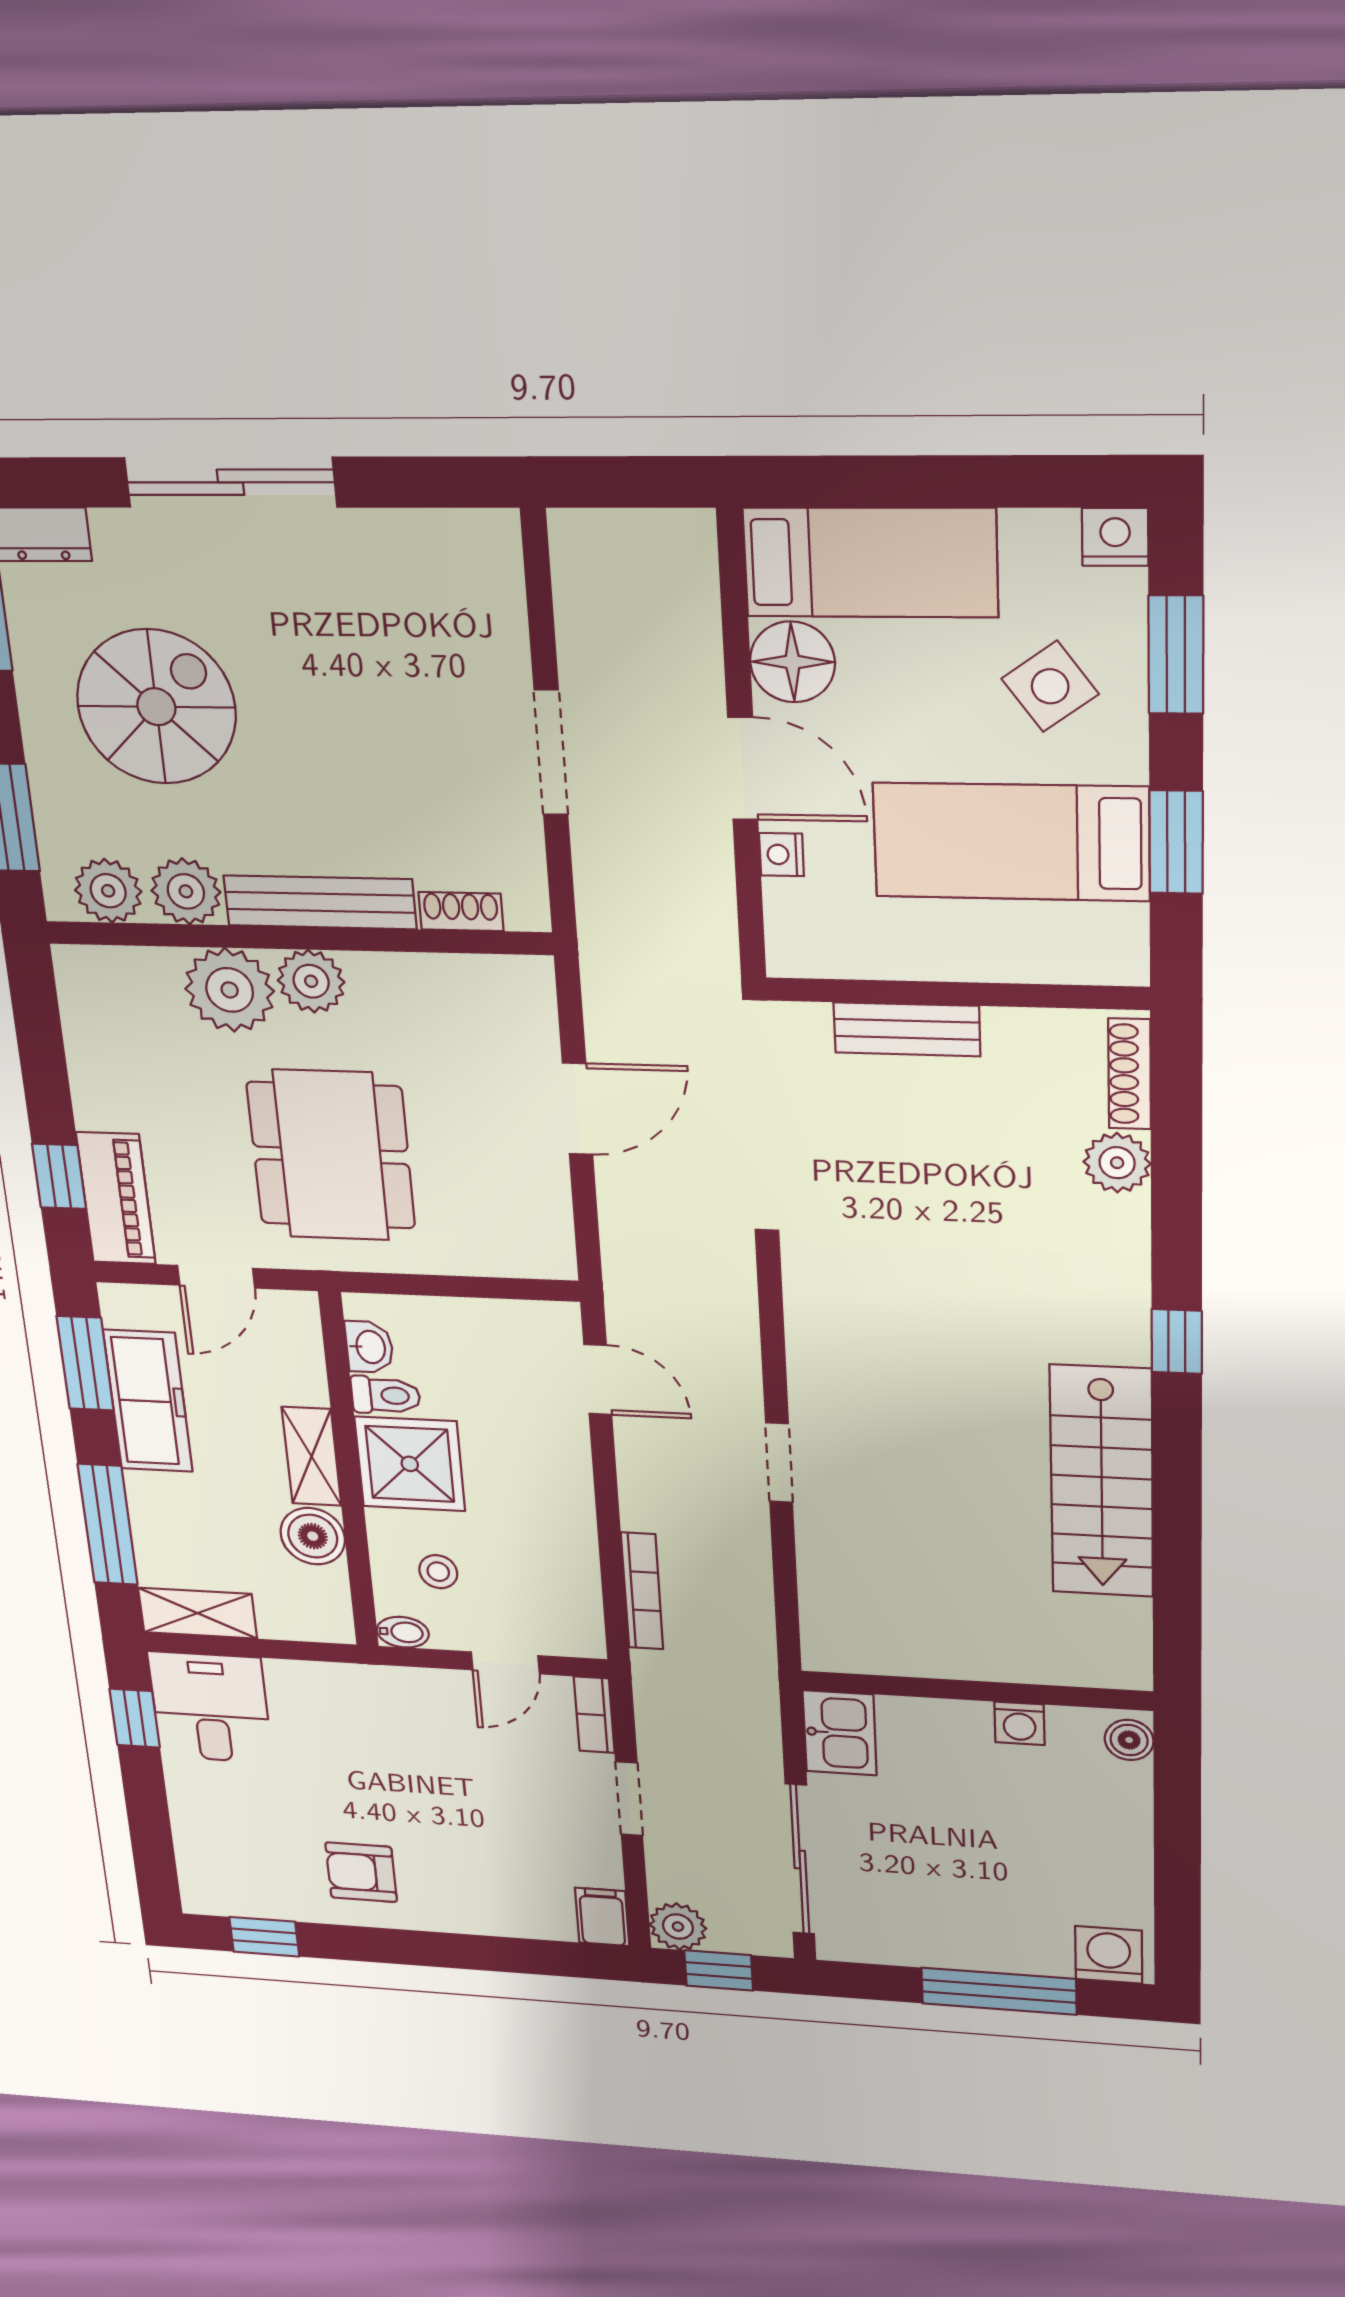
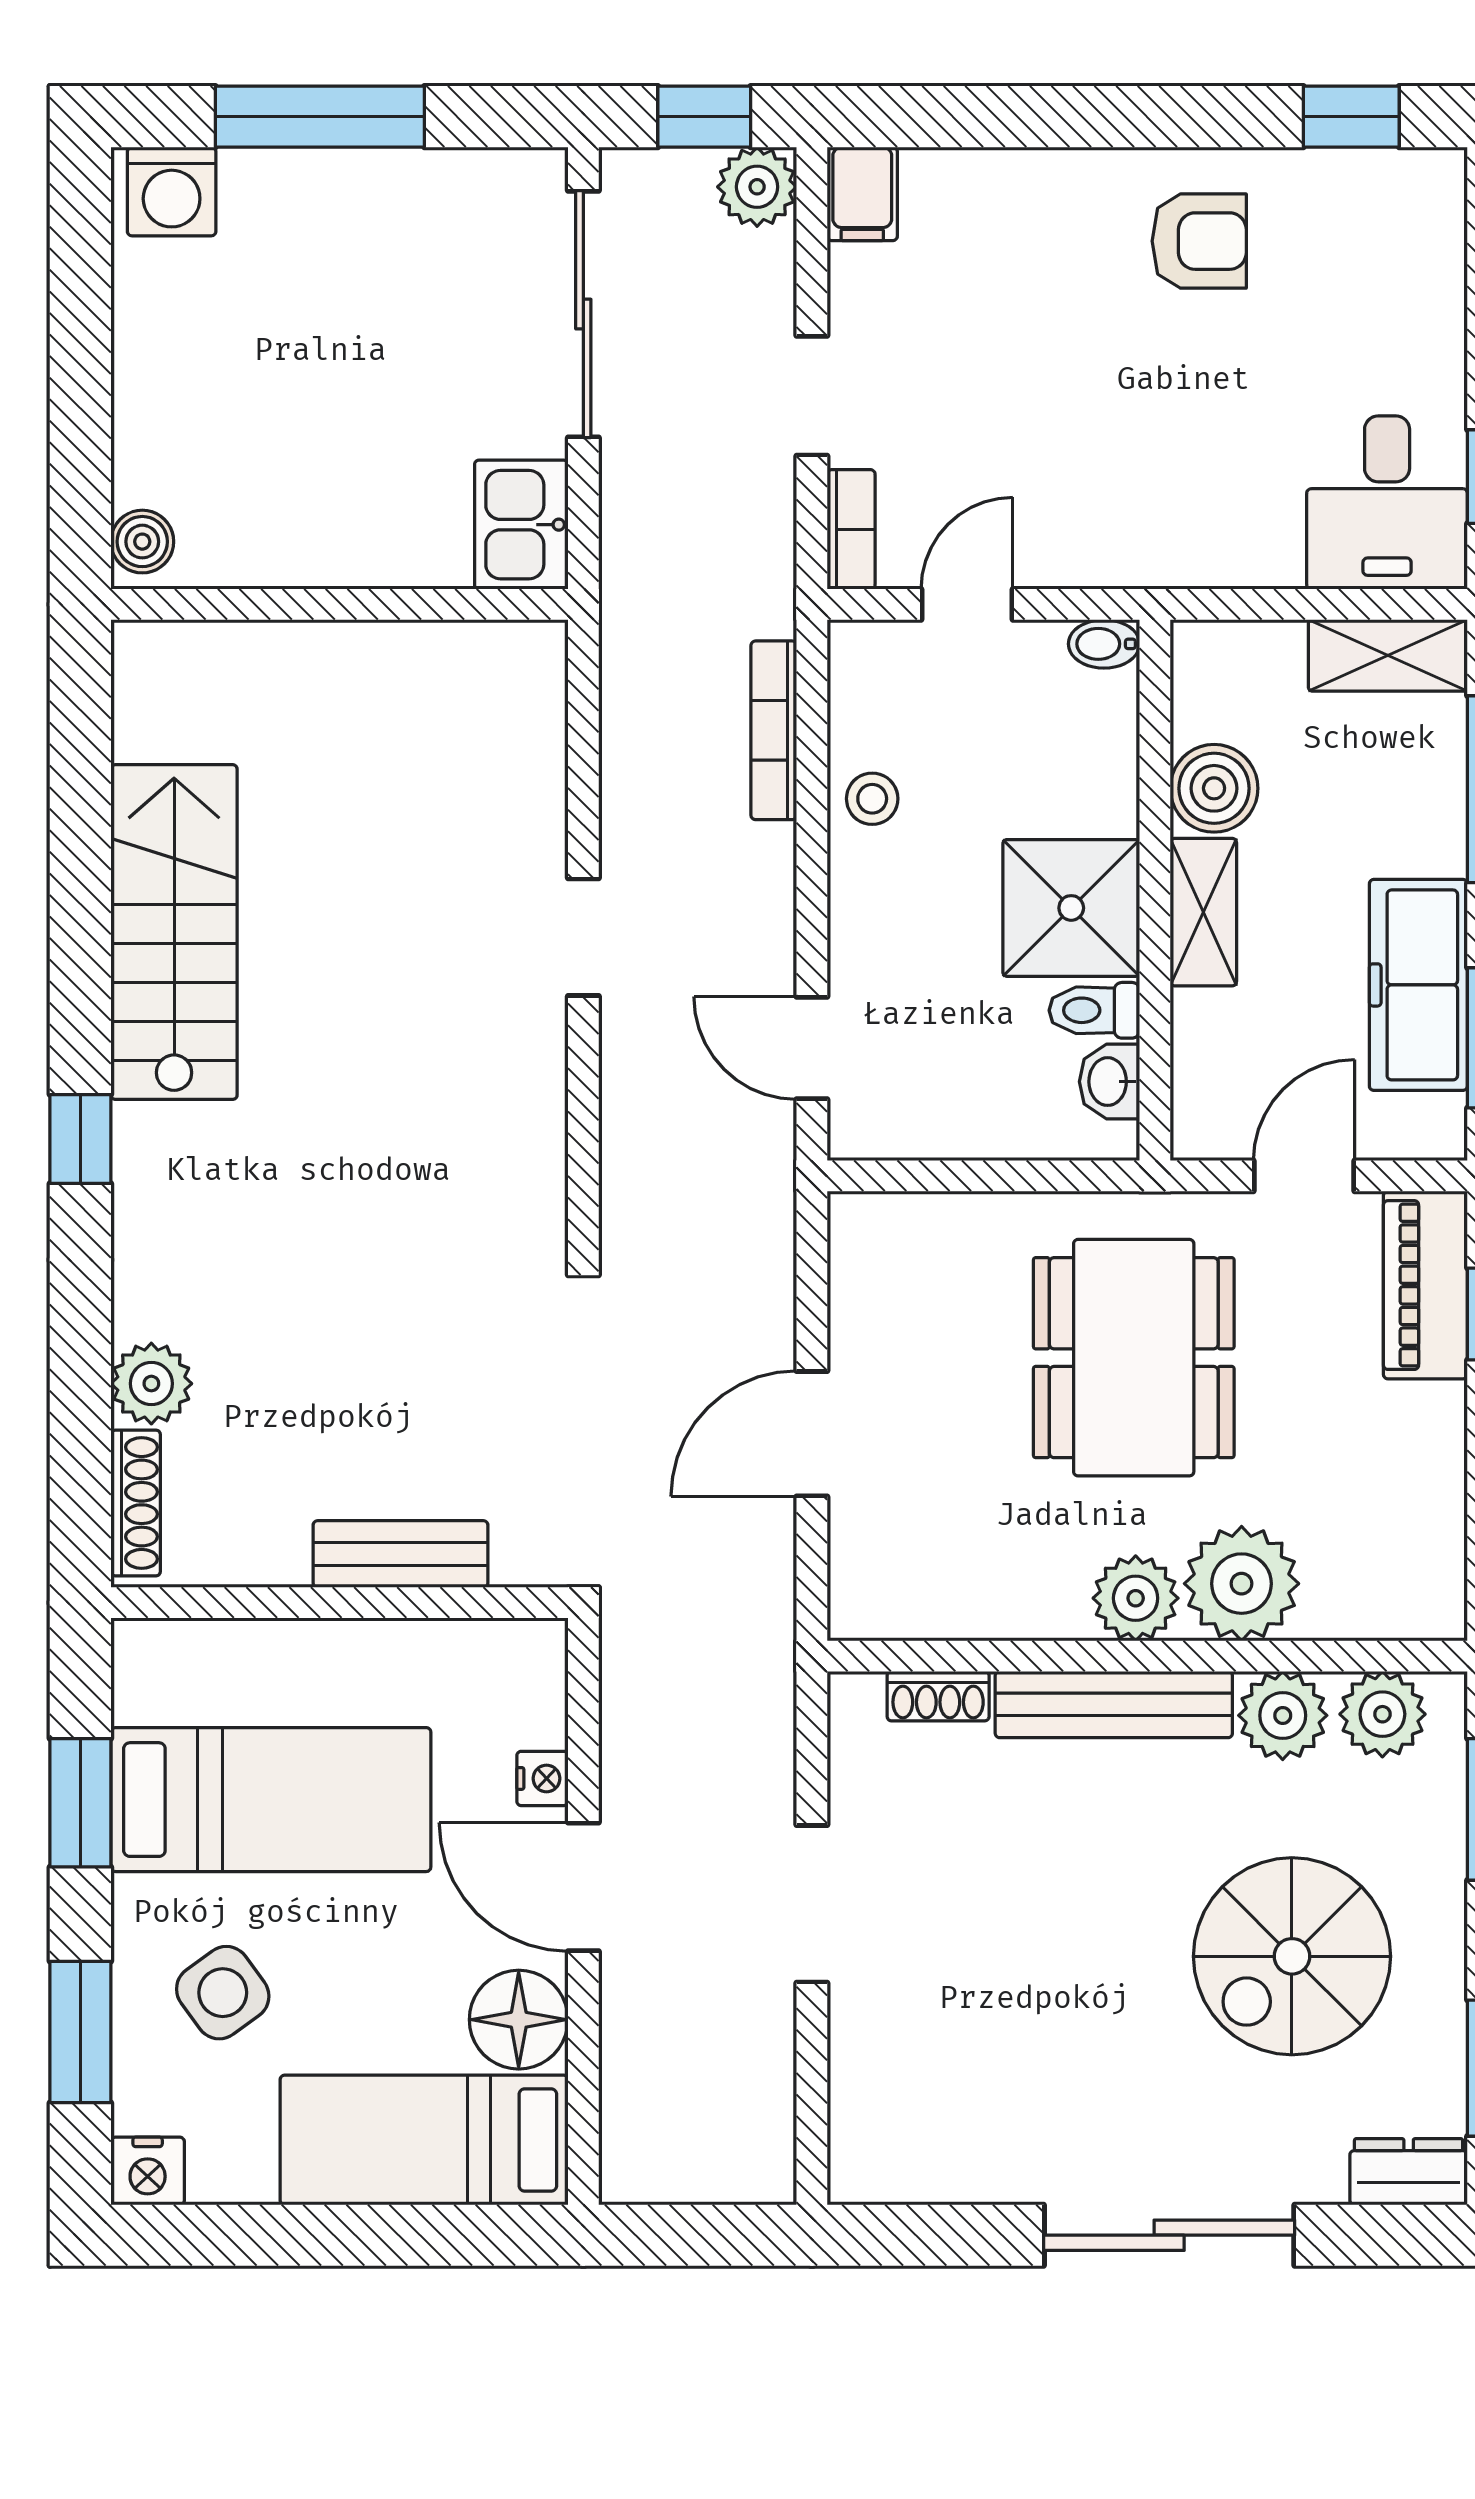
stool: (438, 1572) -> (872, 799), moved
washing machine: (1020, 1723) -> (284, 557), removed

